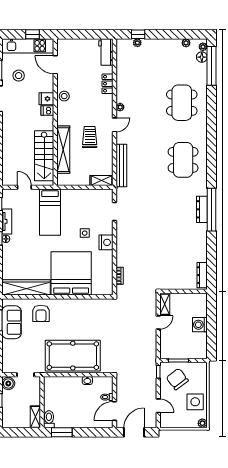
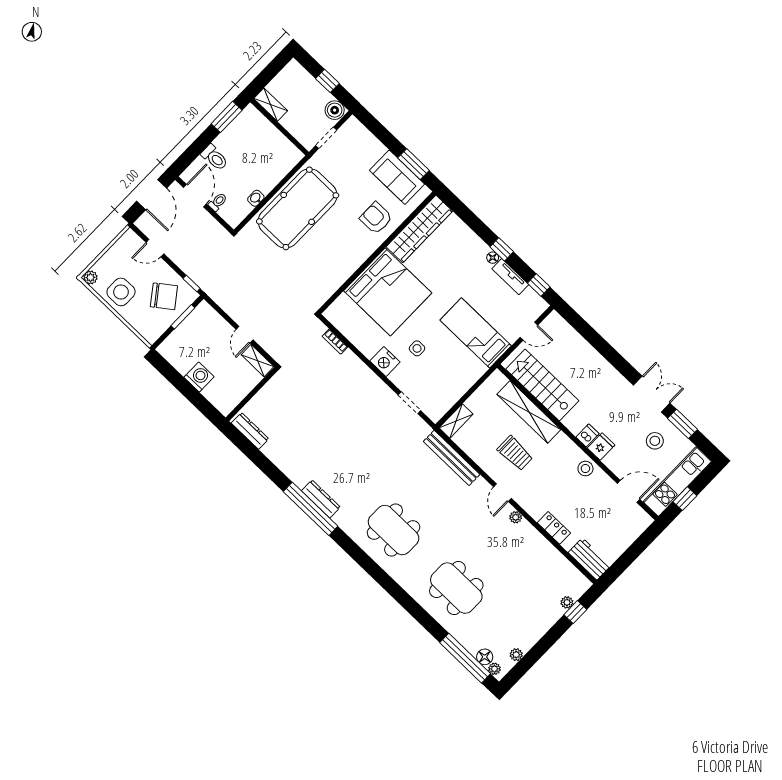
toilet: (49, 419) -> (215, 158), moved

